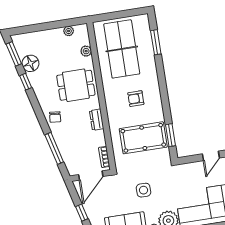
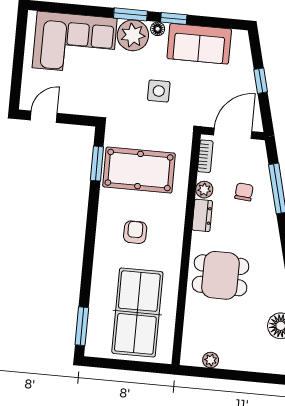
window: (156, 42) -> (82, 326), moved
plant: (86, 51) -> (204, 190), moved
armchair: (136, 99) -> (135, 232), turned -90
chair: (55, 117) -> (244, 192), moved

